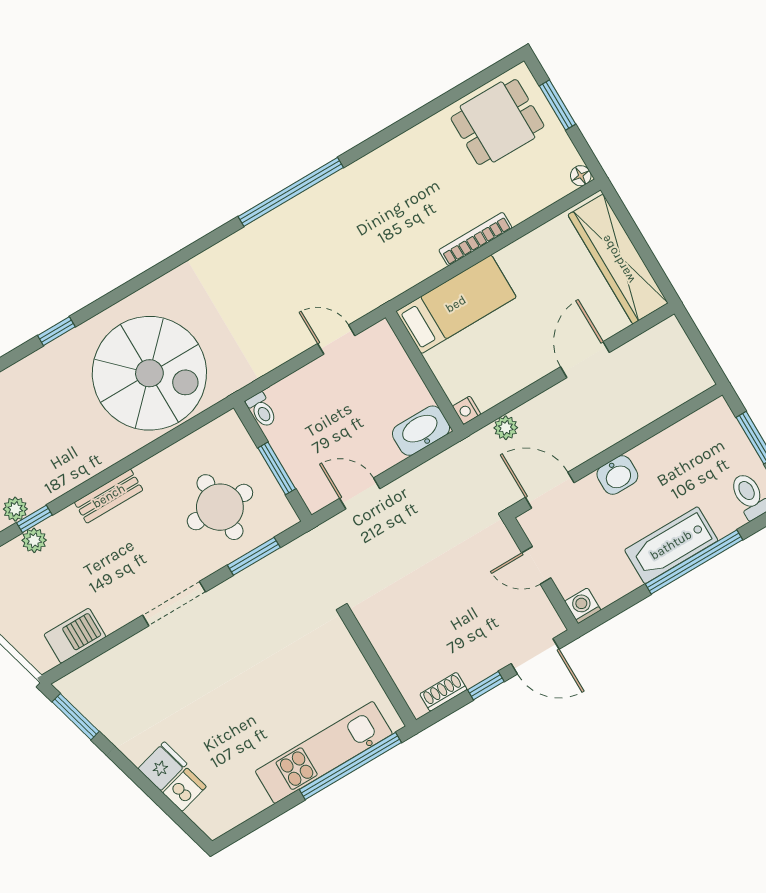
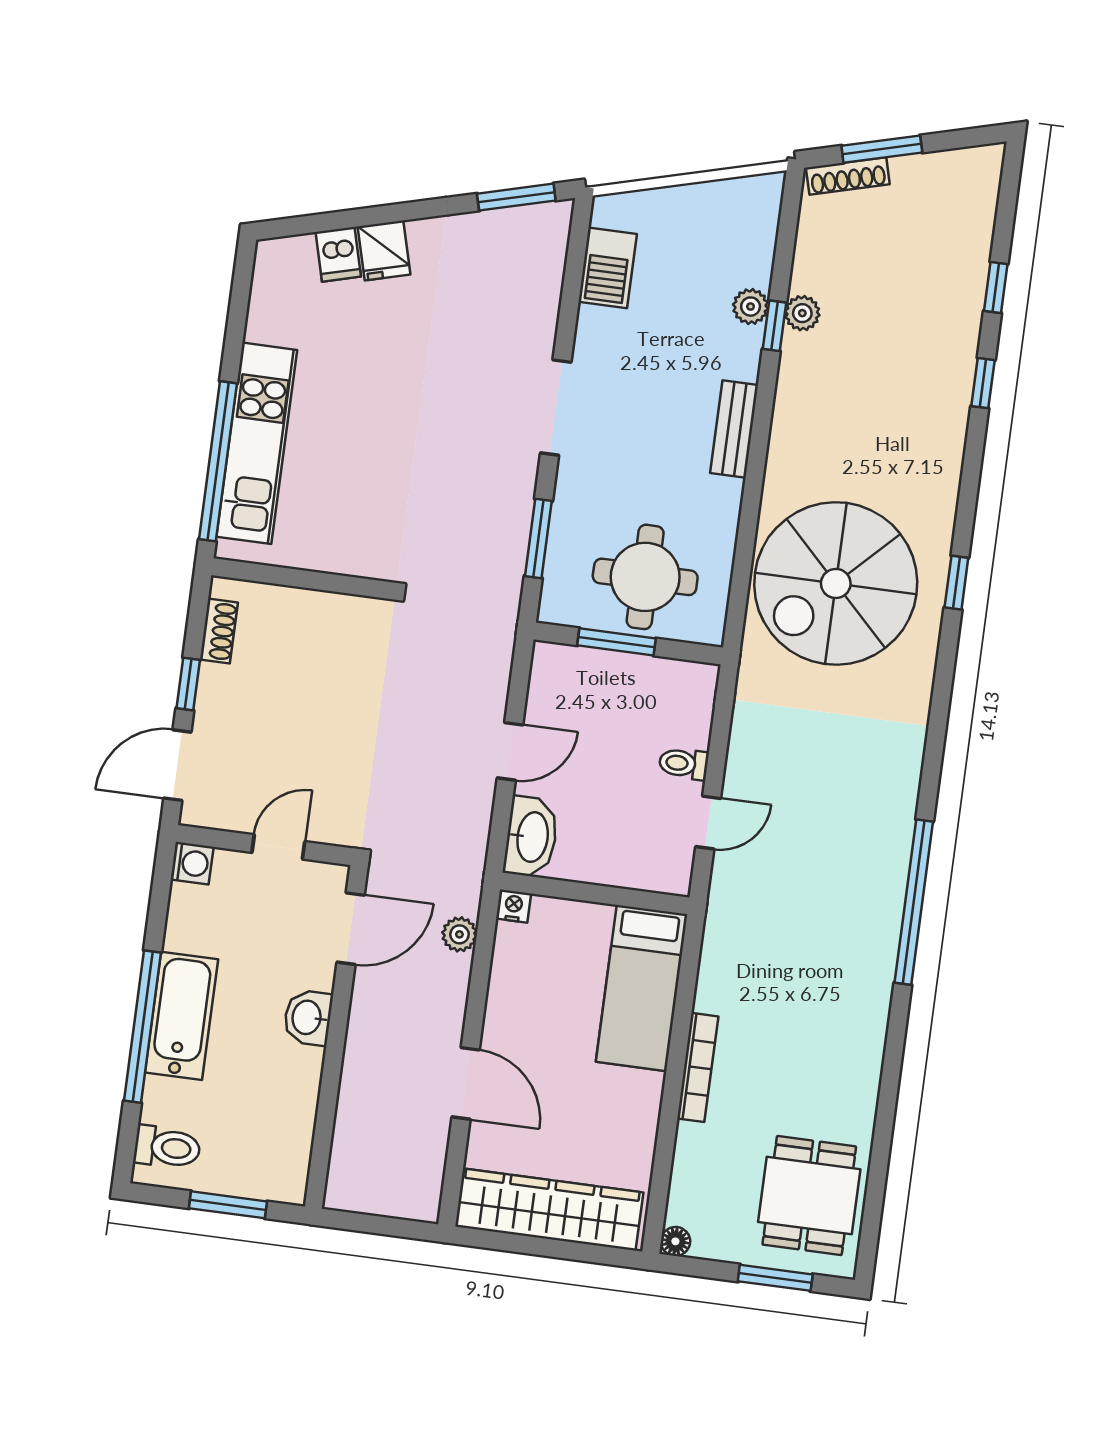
window: (56, 331) -> (956, 583), moved
toilet: (262, 410) -> (684, 764), moved
door: (360, 493) -> (510, 751), moved
round table: (220, 507) -> (645, 577), moved

